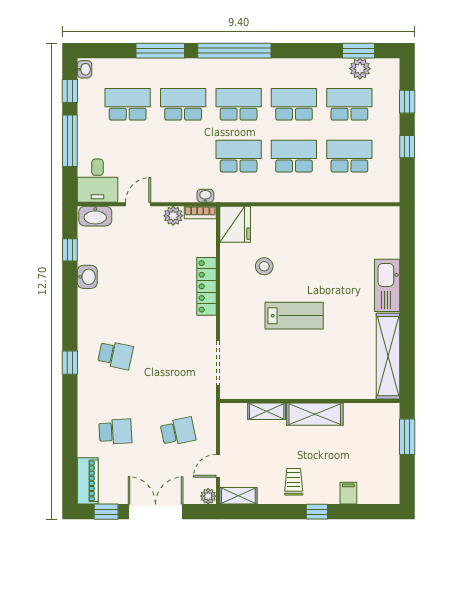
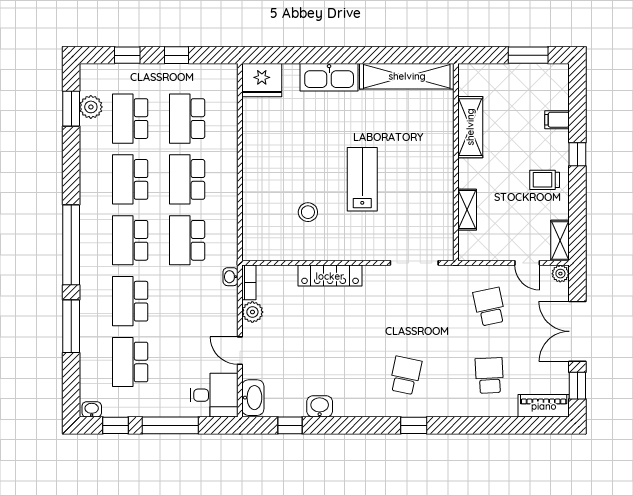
fridge: (235, 224) -> (262, 80), moved, turned 180
shelving: (315, 414) -> (470, 127), moved
window: (407, 437) -> (528, 55), moved

